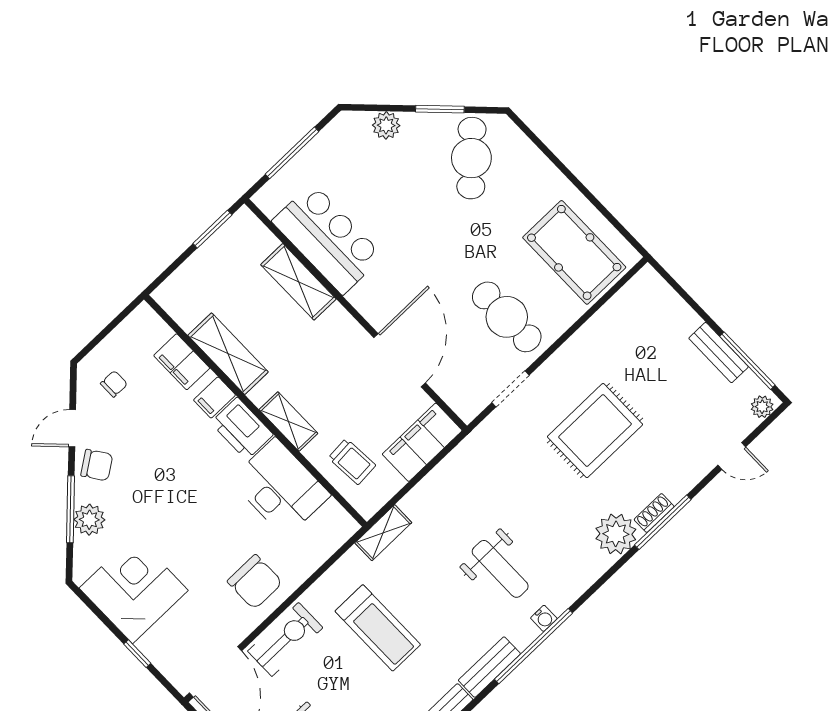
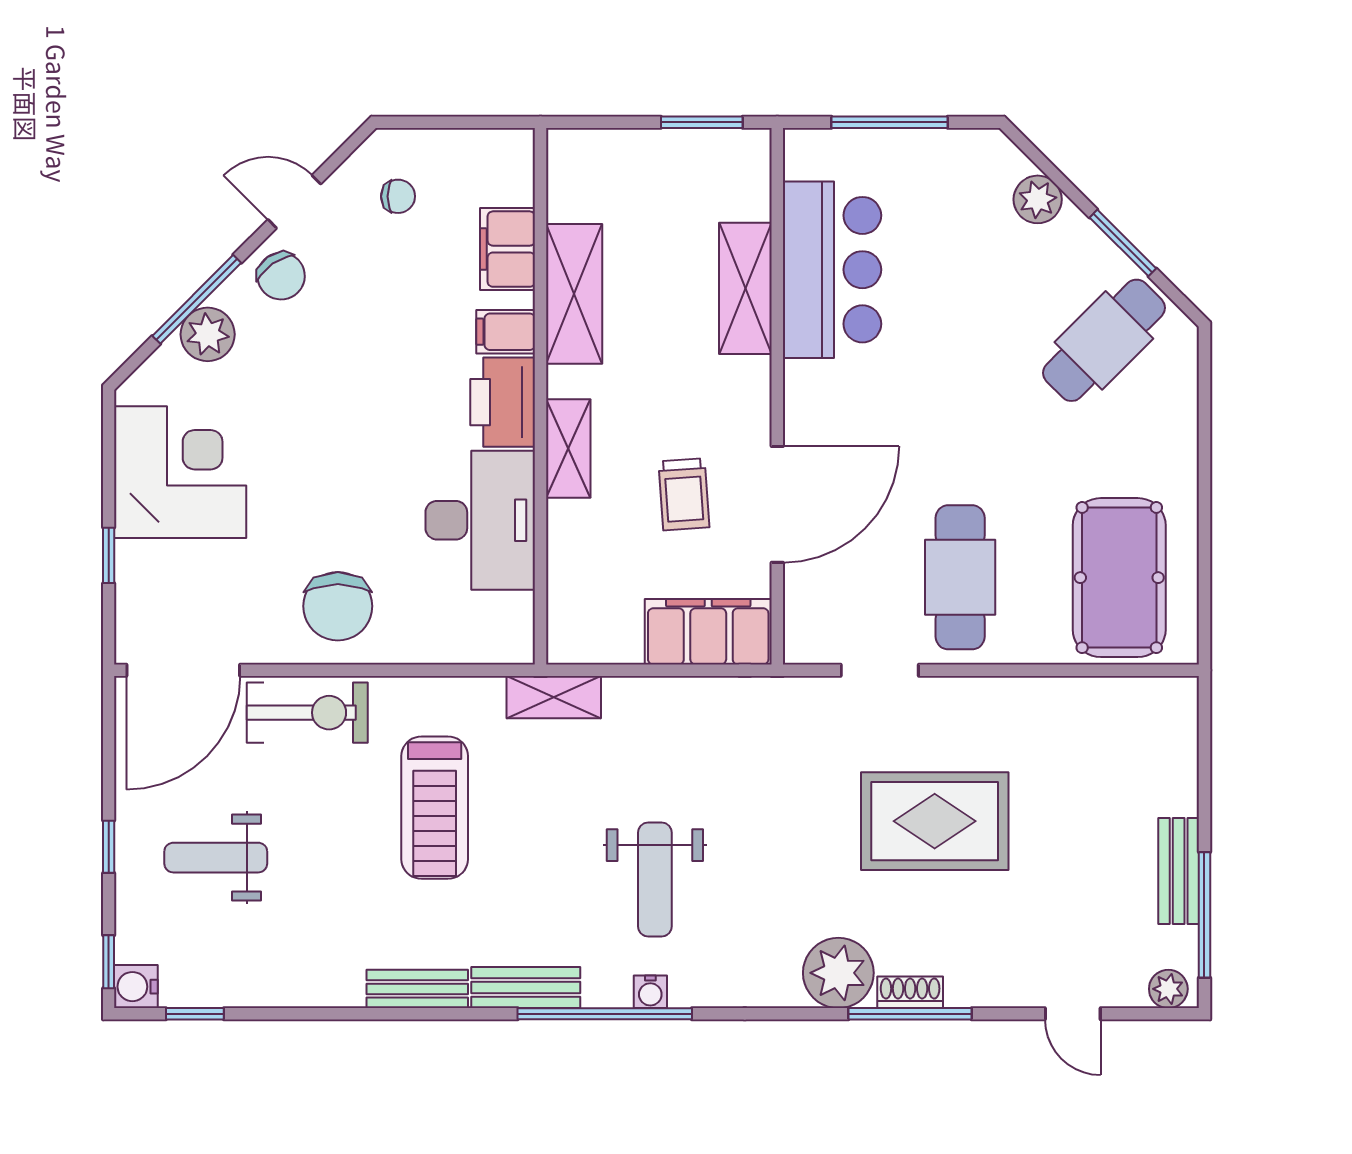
trolley: (352, 462) -> (684, 494), moved

